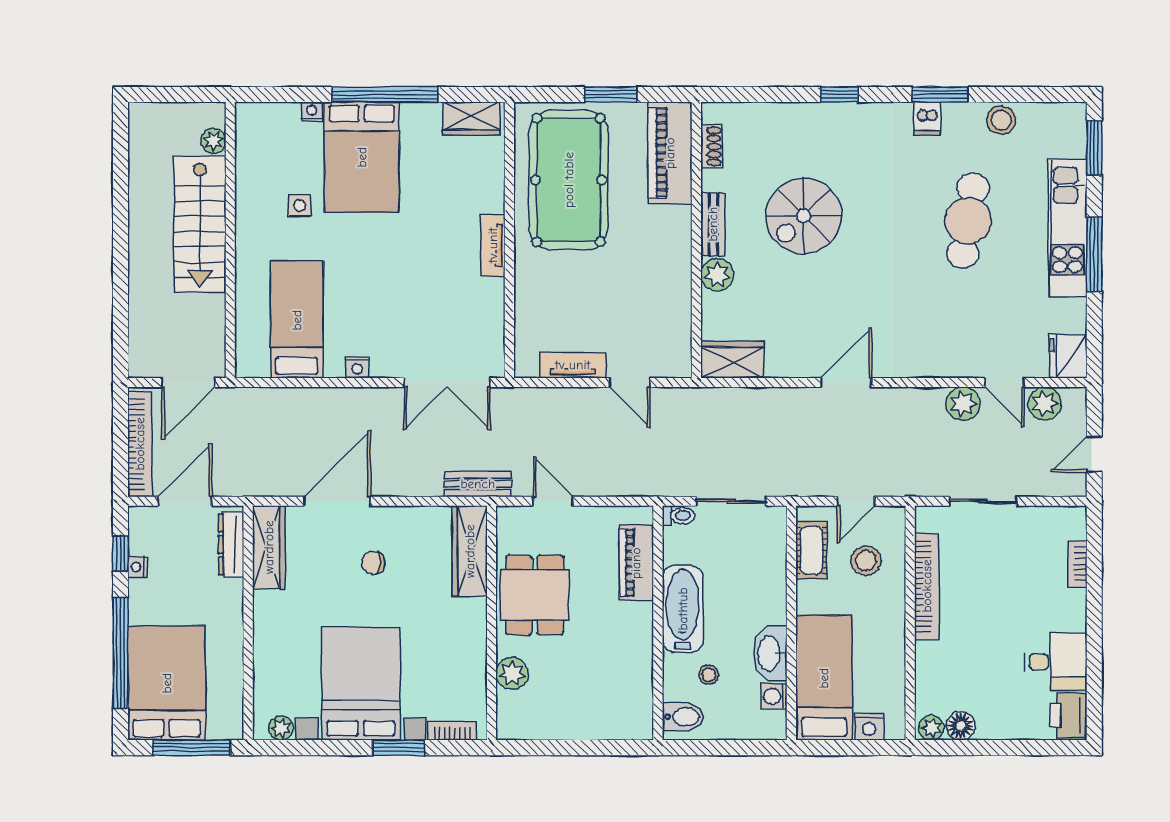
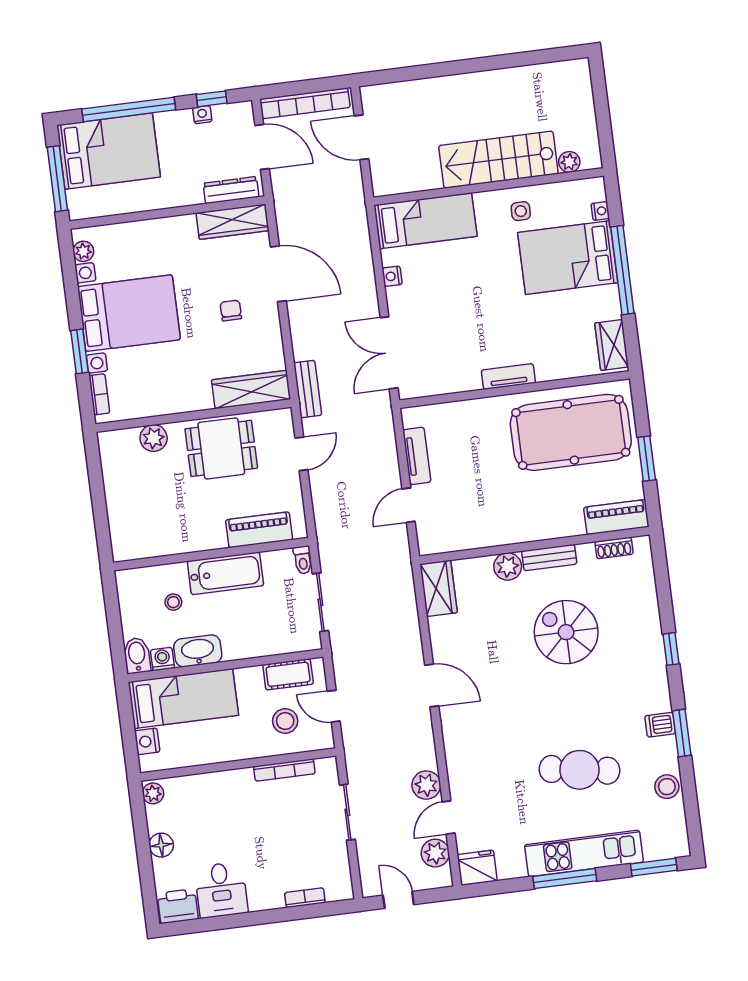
plant: (213, 141) -> (569, 162), moved
piano: (670, 153) -> (616, 517), width x0.73, depth x0.75
stairs: (200, 224) -> (498, 160), moved
wall: (230, 240) -> (488, 187), moved
bookcase: (927, 586) -> (284, 770), width x0.68, depth x0.76
bidet: (683, 717) -> (137, 655), moved, turned 180
floor lamp: (961, 726) -> (161, 845), moved

